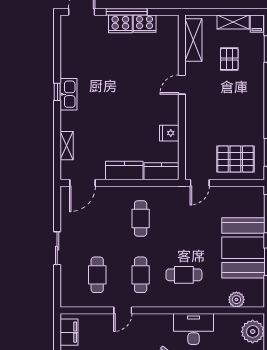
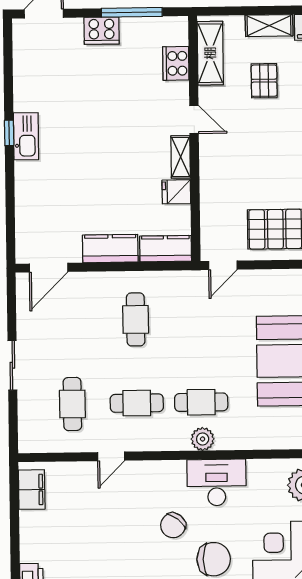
window: (127, 12) -> (132, 12), moved
cooker: (145, 24) -> (176, 63), moved, turned 90
door: (182, 85) -> (194, 120), swing flipped
shelving: (67, 146) -> (181, 157), moved
cafe table: (141, 275) -> (137, 403), turned 90
plant: (236, 300) -> (203, 439), moved

